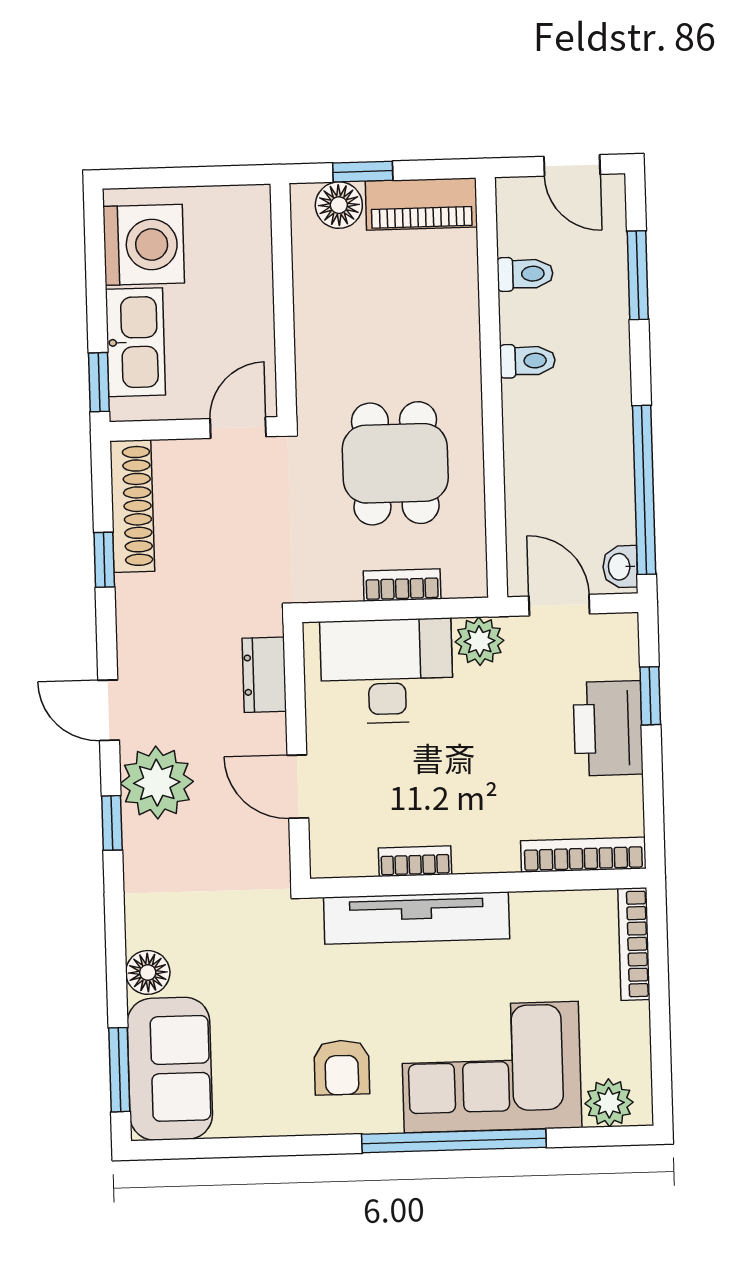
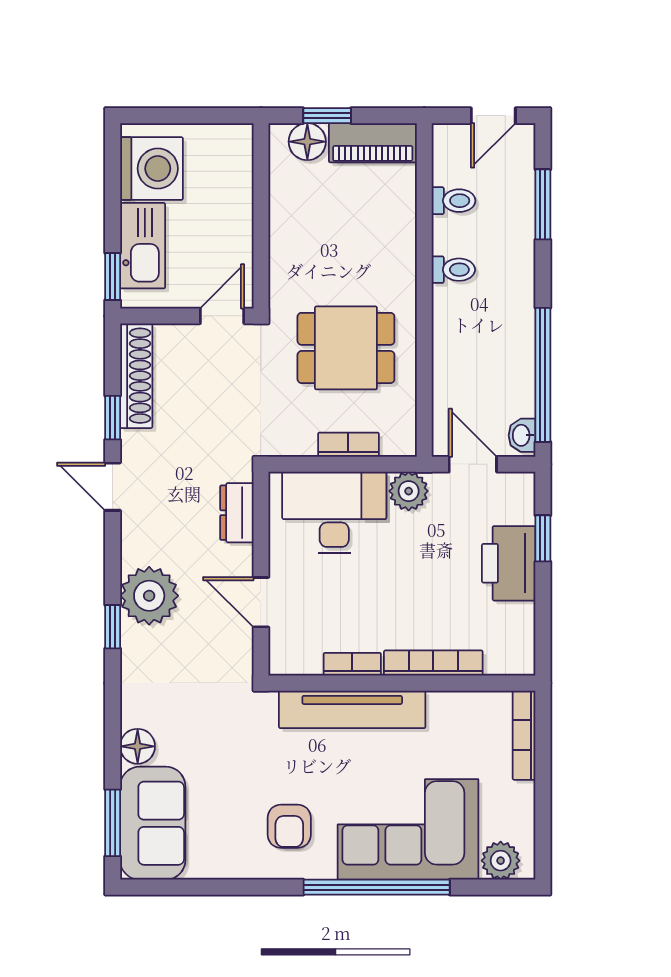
door: (572, 165) -> (493, 116), hinge flipped
dining table: (395, 463) -> (346, 348), turned 90
door: (109, 710) -> (113, 487), moved
bookcase: (583, 855) -> (433, 663), moved

